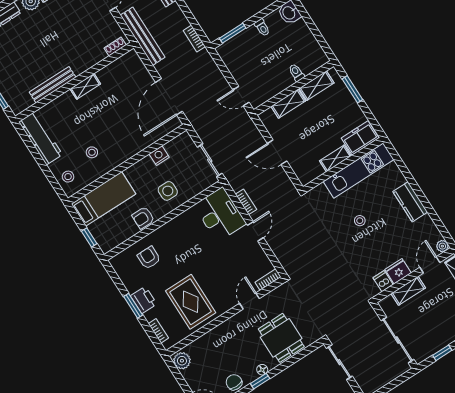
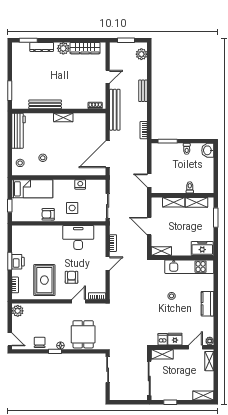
shelving: (335, 158) -> (161, 251), moved
desk: (220, 214) -> (78, 237), moved, turned -90
armchair: (149, 258) -> (72, 277), moved
shelving: (408, 291) -> (162, 354), moved

